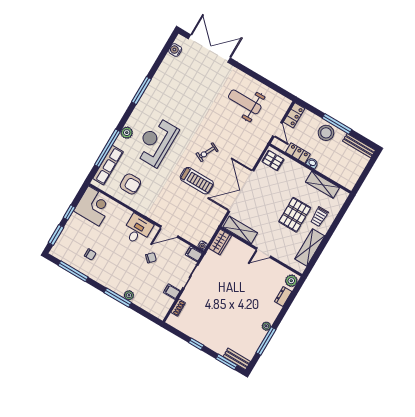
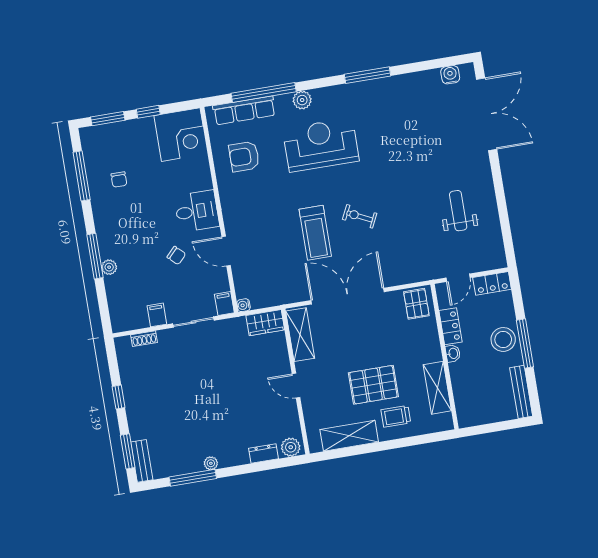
weight bench: (245, 102) -> (458, 211), width x0.73, depth x0.75
armchair: (130, 184) -> (244, 157), turned 90

